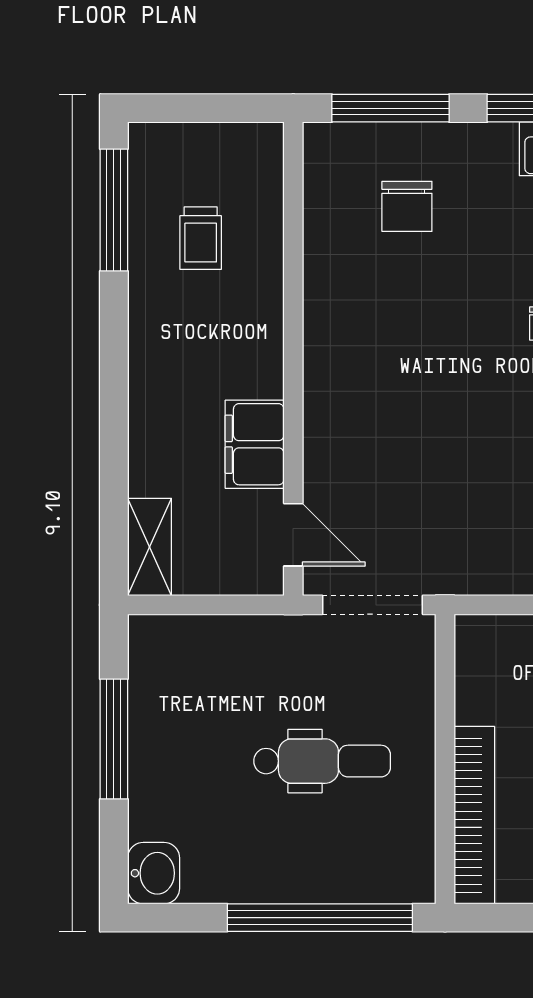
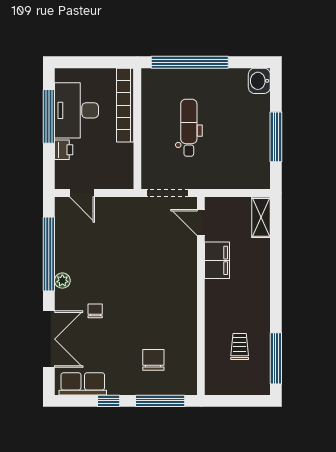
dental chair: (322, 761) -> (189, 128), turned 90

